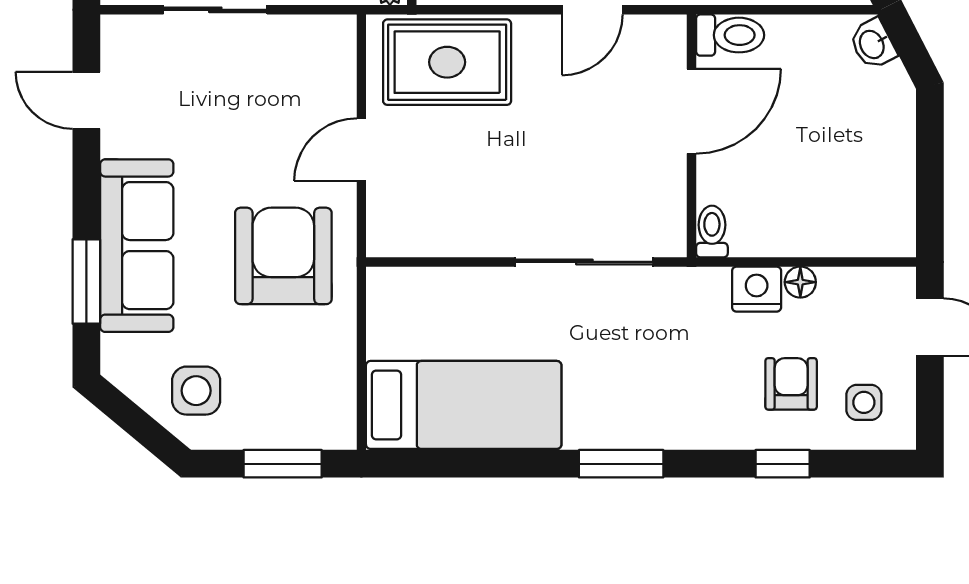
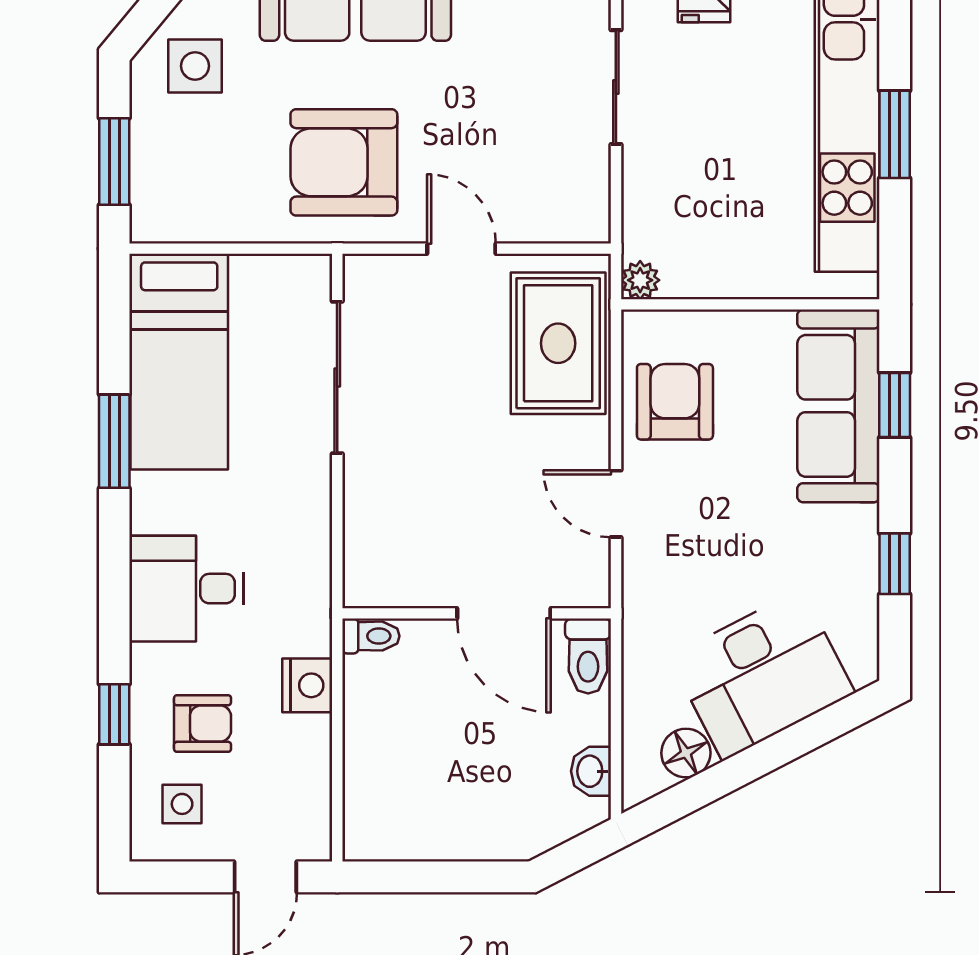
washbasin: (873, 44) -> (591, 771), moved, turned -63
armchair: (283, 256) -> (344, 162), turned 180
sliding door: (584, 262) -> (337, 377), moved
floor lamp: (800, 282) -> (315, 734), removed
desk: (669, 398) -> (187, 589), added
window: (621, 464) -> (114, 441), moved

